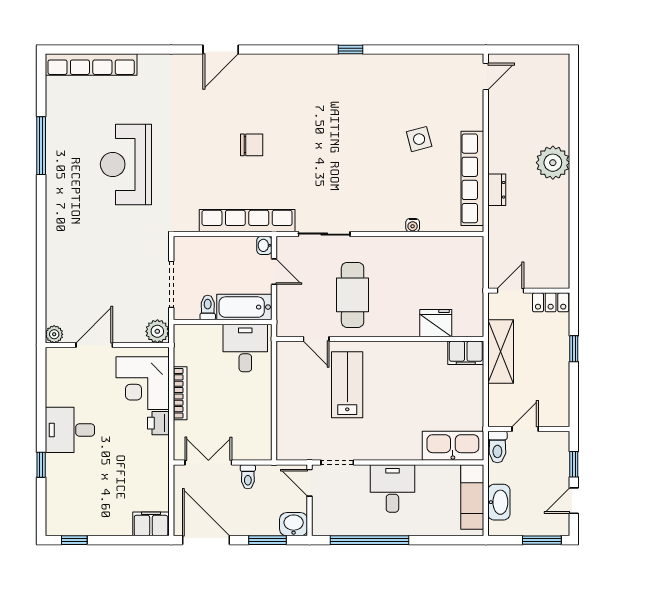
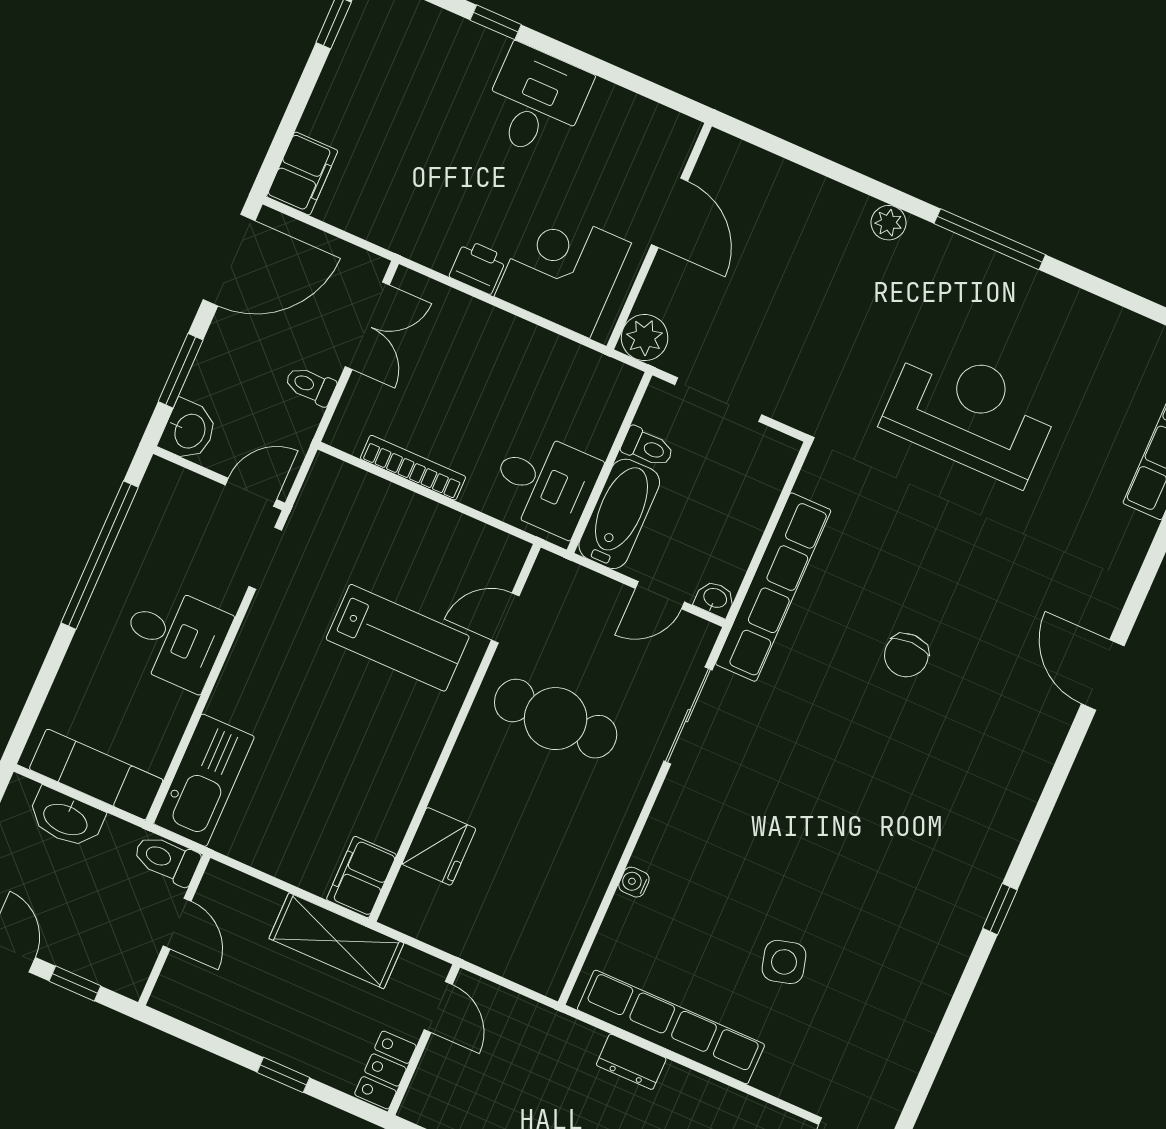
window: (41, 146) -> (990, 239), moved
plant: (54, 334) -> (889, 223), moved
bookcase: (180, 393) -> (413, 468), moved, turned 180

